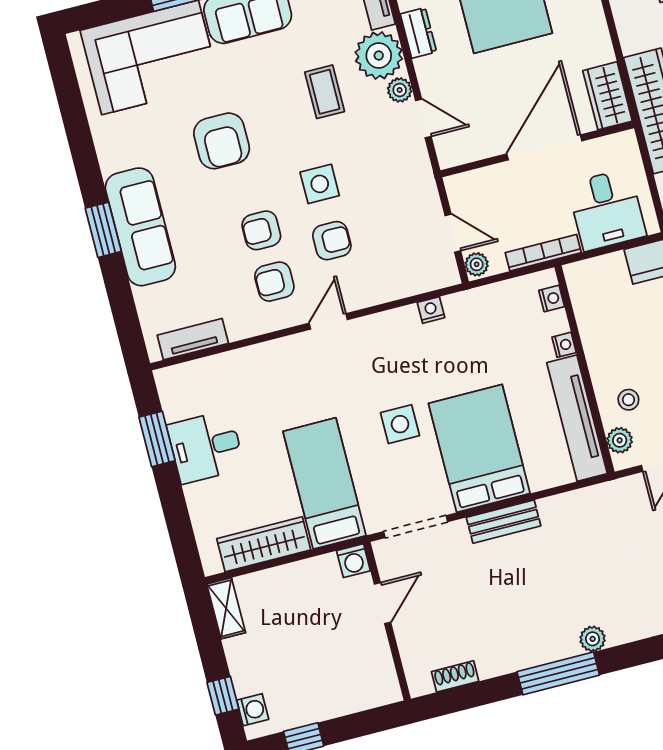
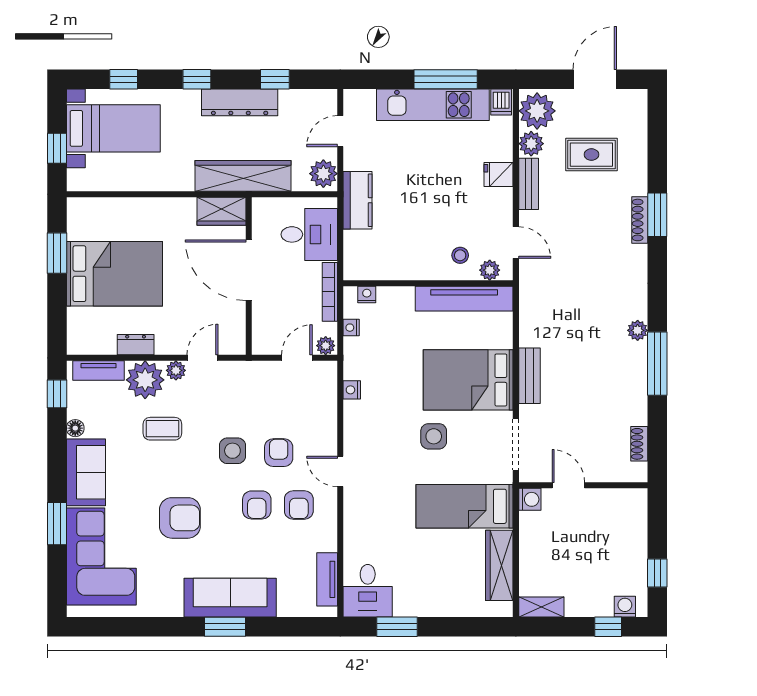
nightstand: (564, 345) -> (351, 328), moved, turned -90
desk: (206, 447) -> (368, 591), moved

